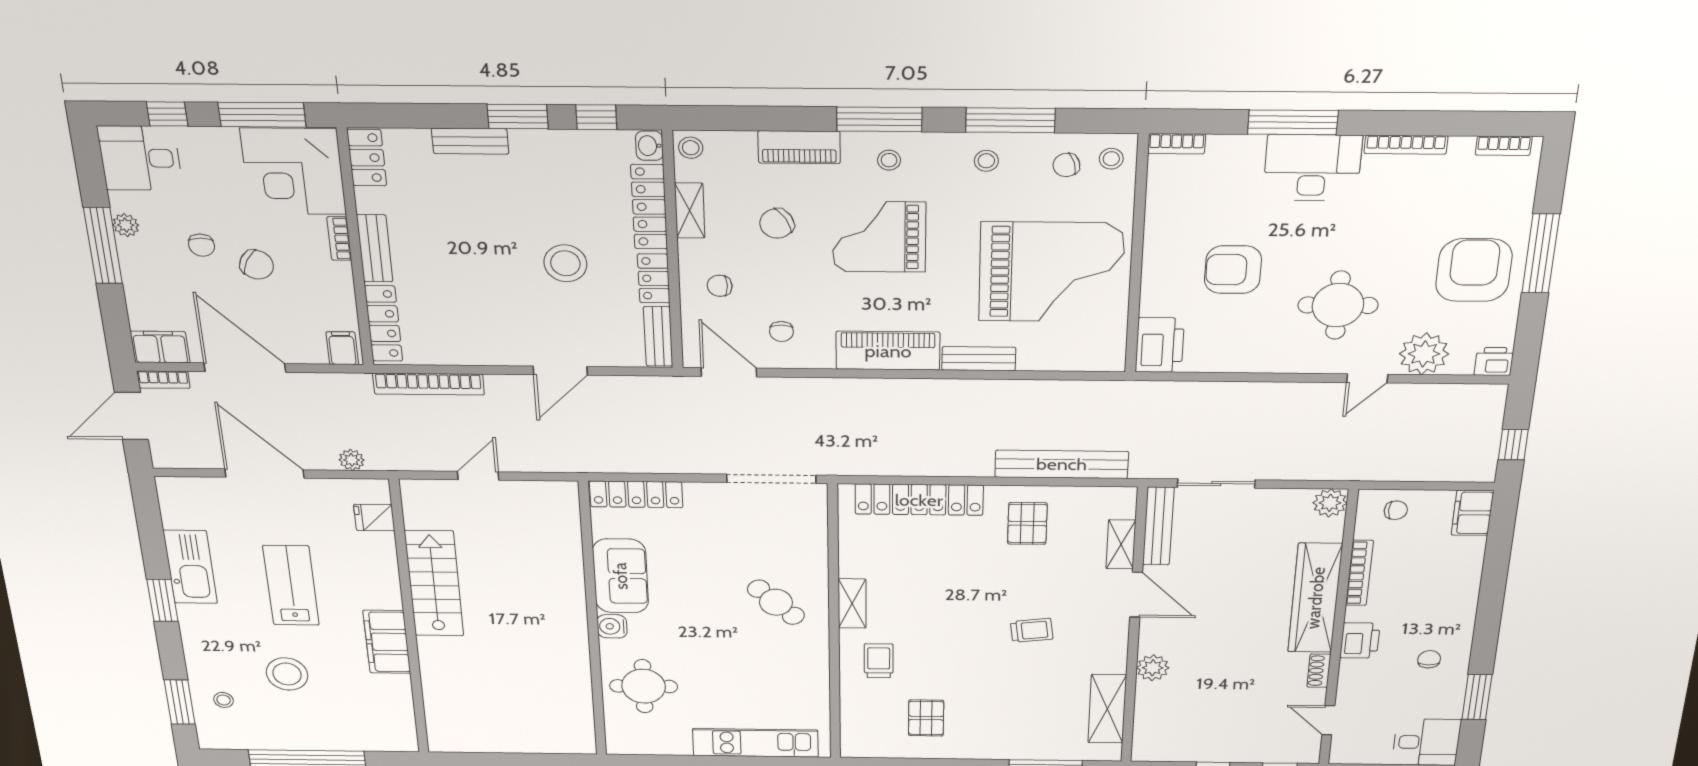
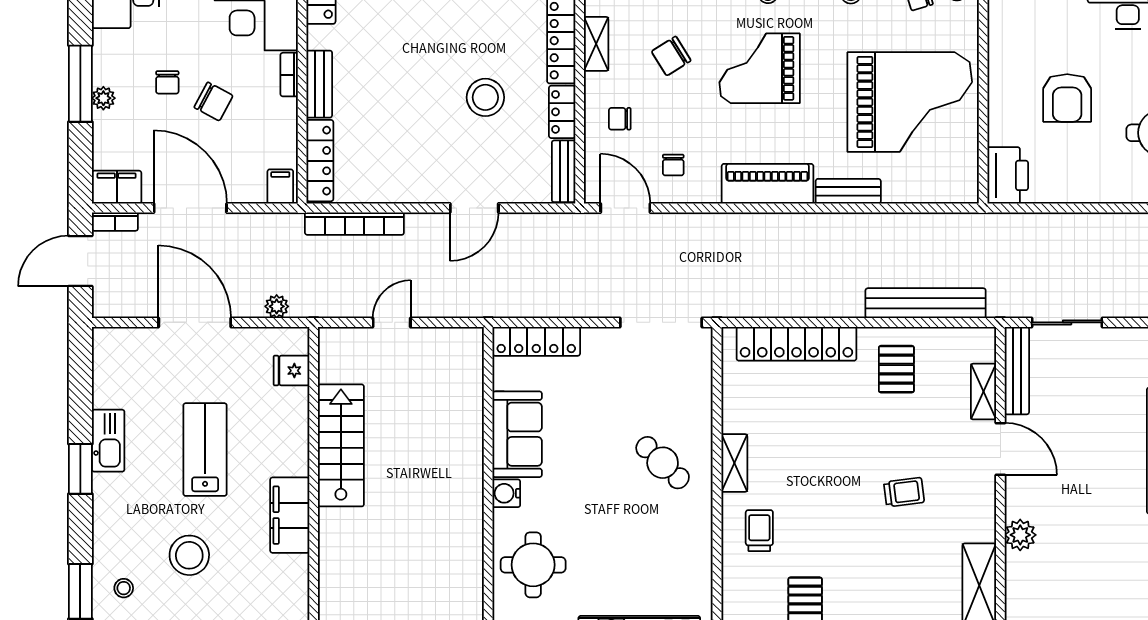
plant: (126, 225) -> (103, 98), moved
armchair: (1233, 270) -> (1067, 98), turned -90
kitchen sink: (190, 567) -> (108, 441), width x0.73, depth x0.81

